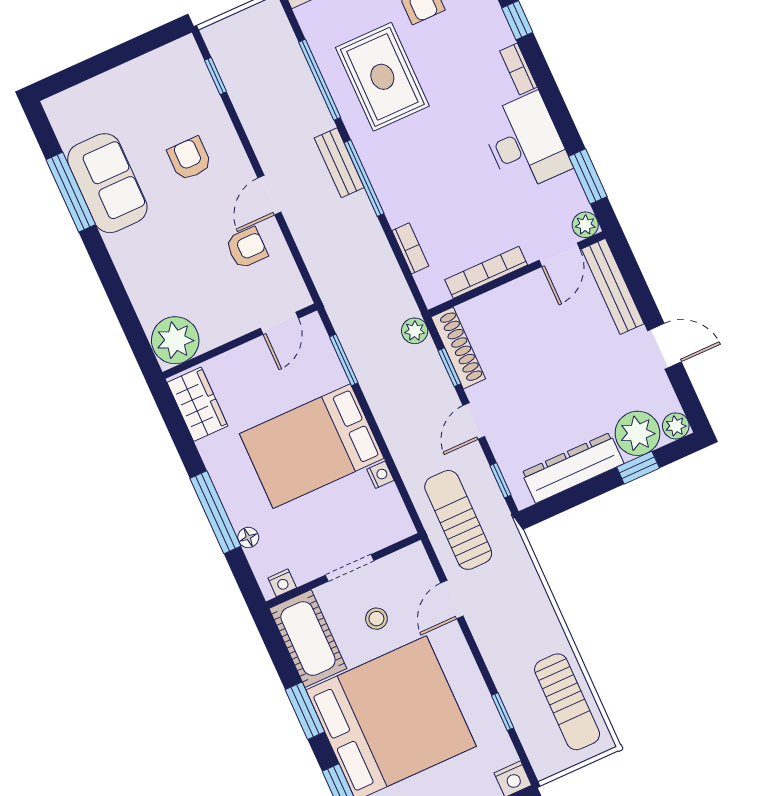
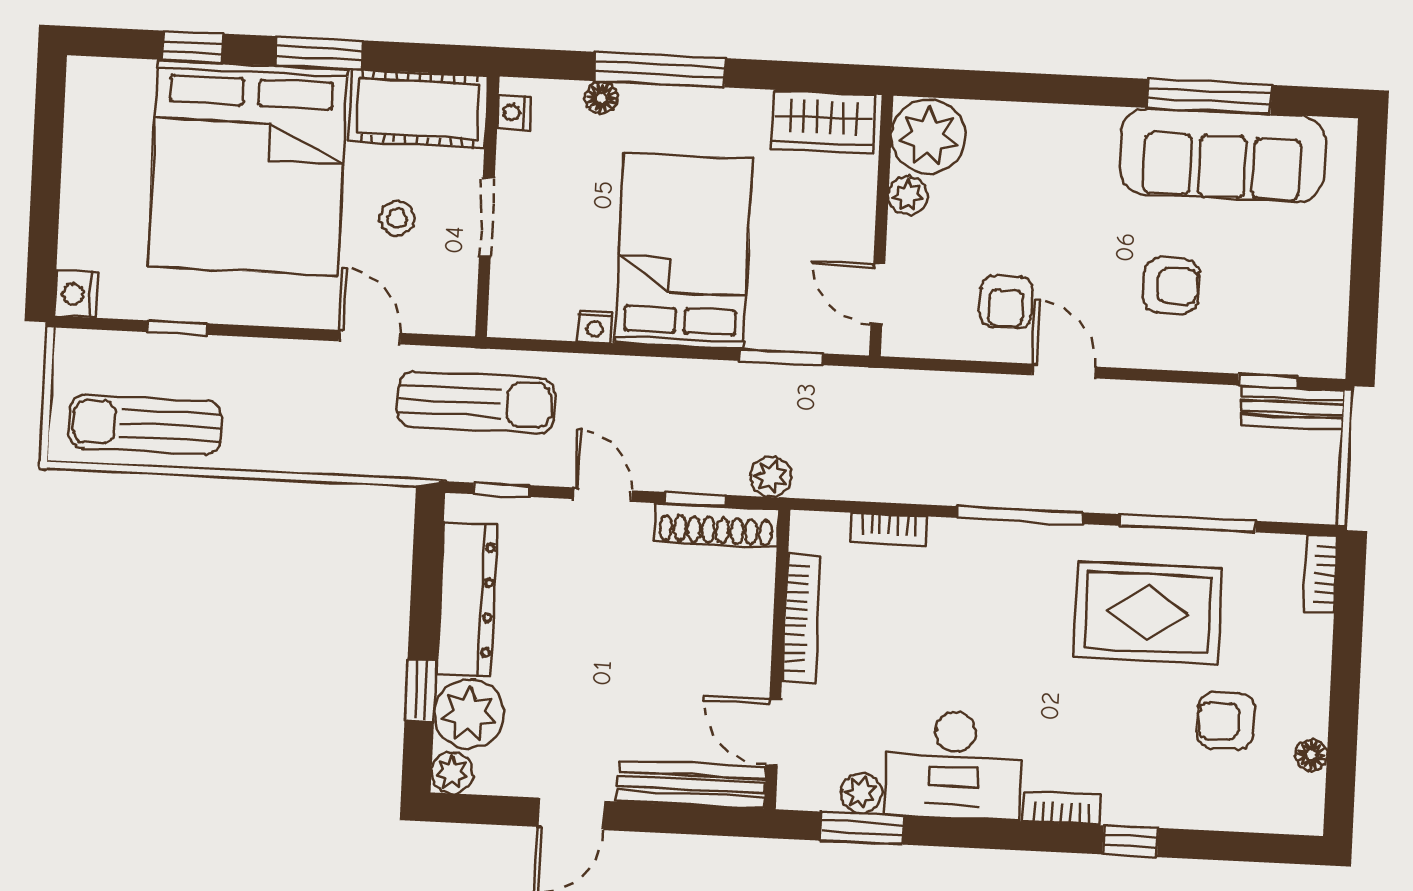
bench: (339, 163) -> (1292, 408), moved
sofa: (107, 183) -> (1223, 155), width x1.36
plant: (585, 225) -> (861, 793), moved
plant: (215, 335) -> (908, 196), added

